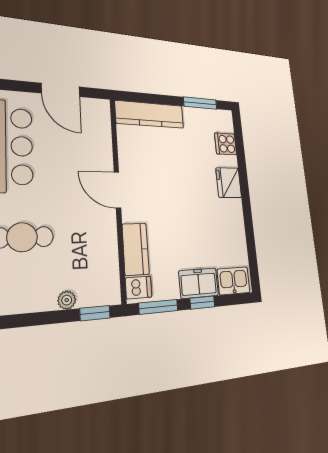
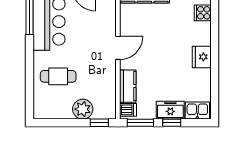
fridge: (229, 183) -> (202, 57), moved
door: (117, 190) -> (118, 48), swing flipped
plant: (67, 300) -> (83, 109), width x1.88, depth x1.88

